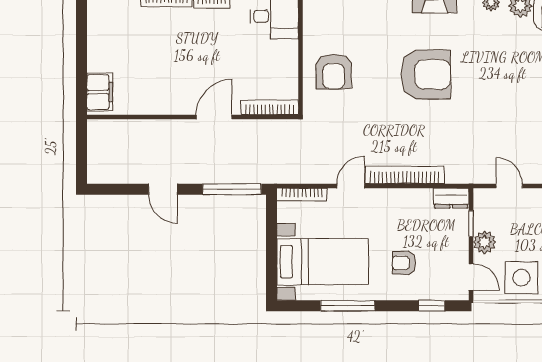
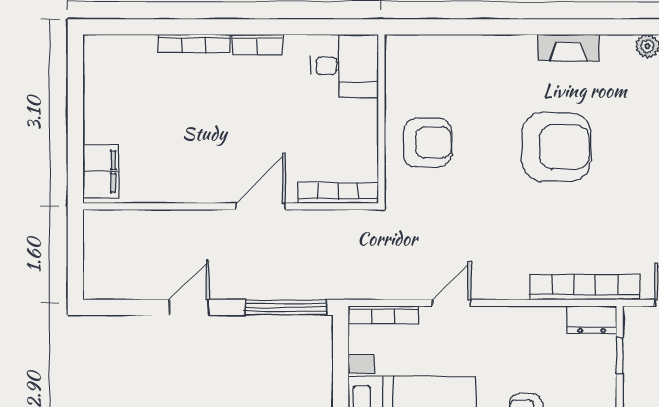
armchair: (334, 71) -> (428, 143), turned -89
bookcase: (405, 175) -> (585, 287), moved
door: (163, 189) -> (189, 307), swing flipped
plant: (485, 242) -> (638, 381), removed

